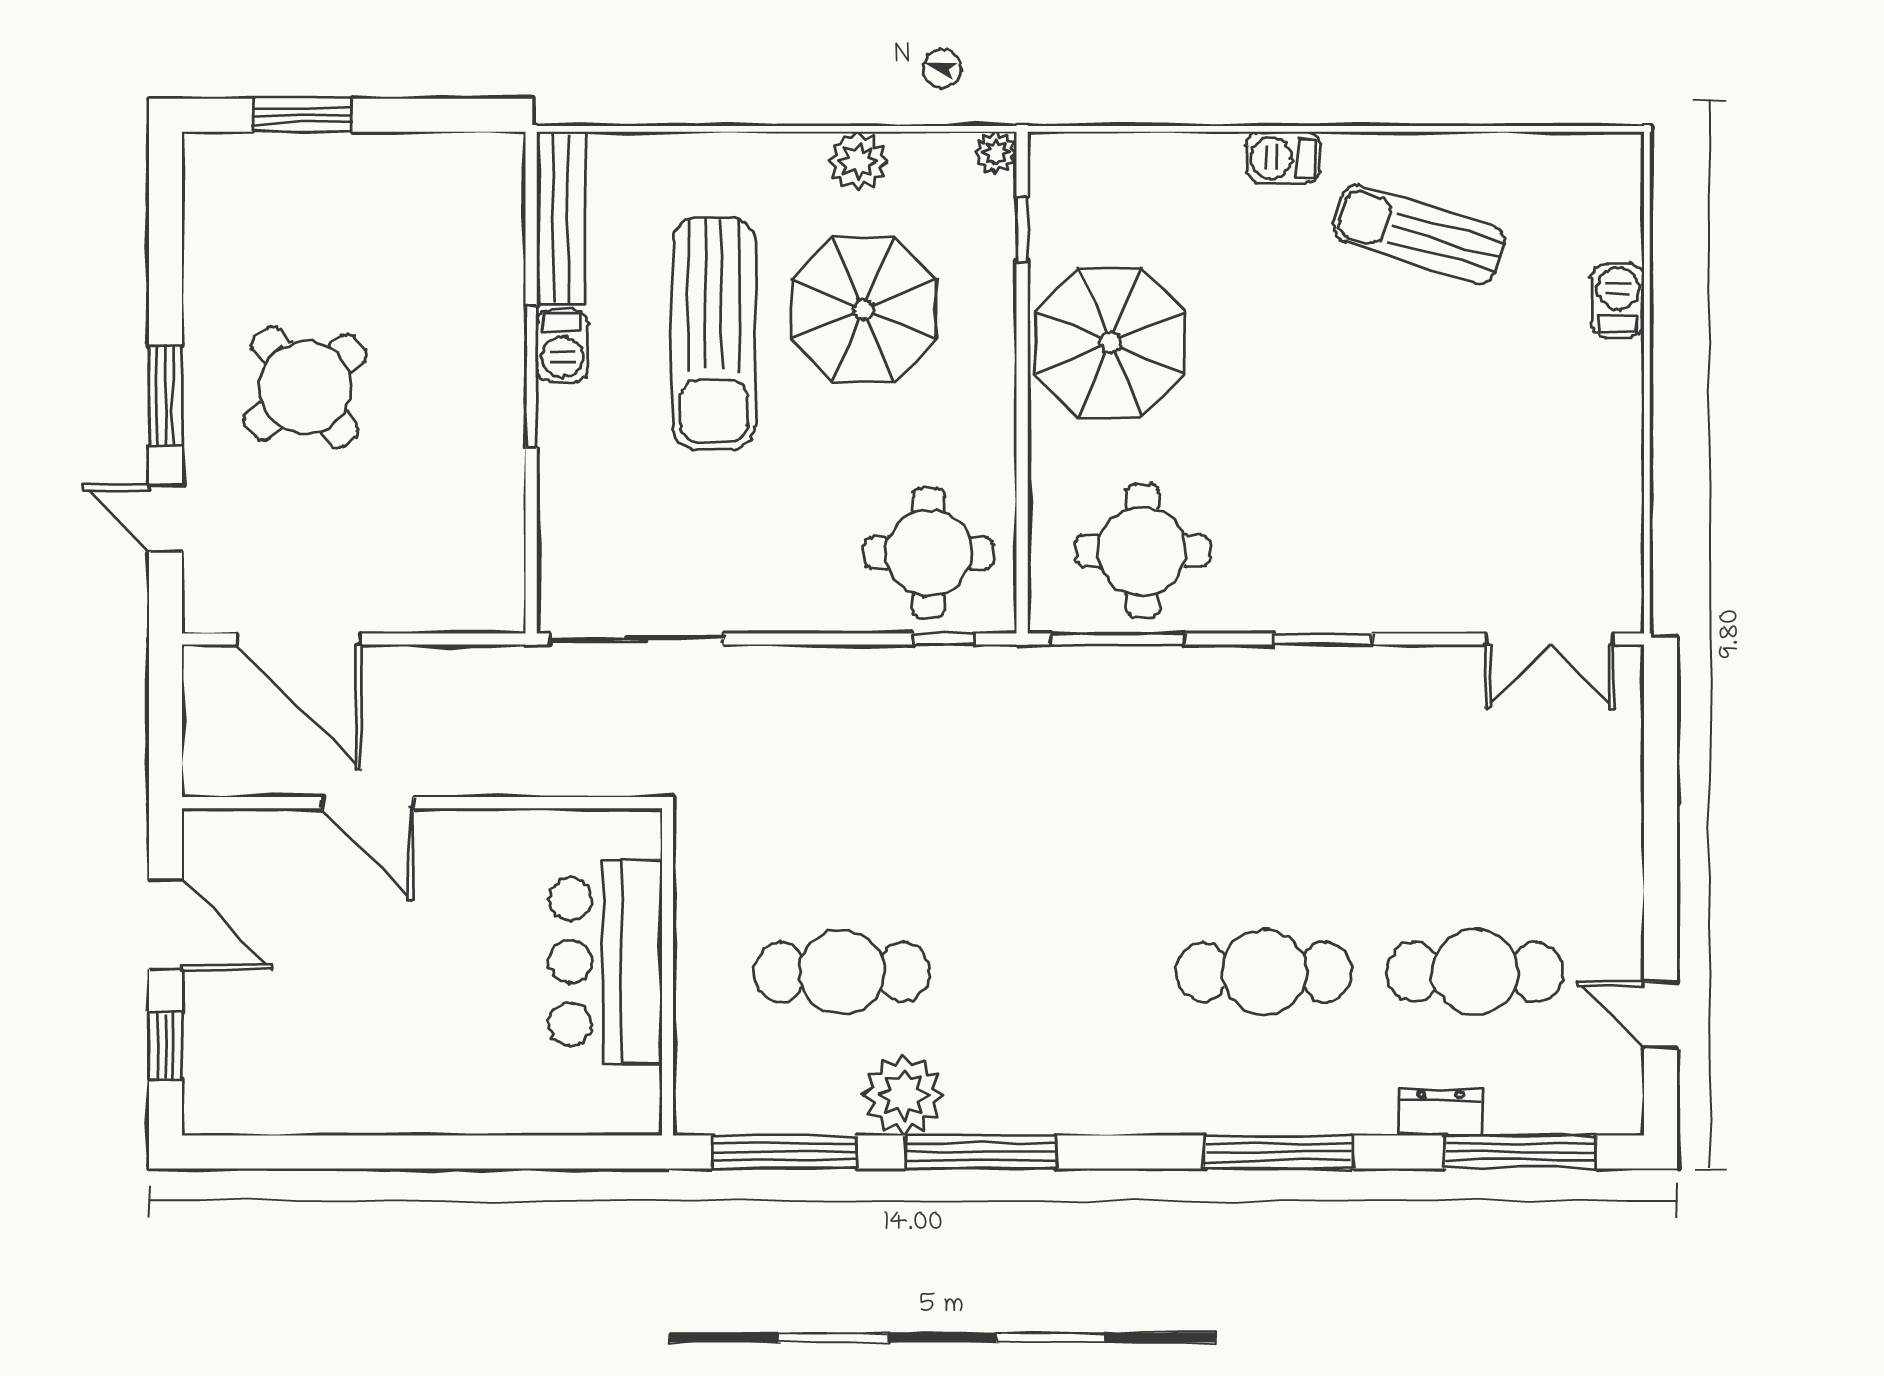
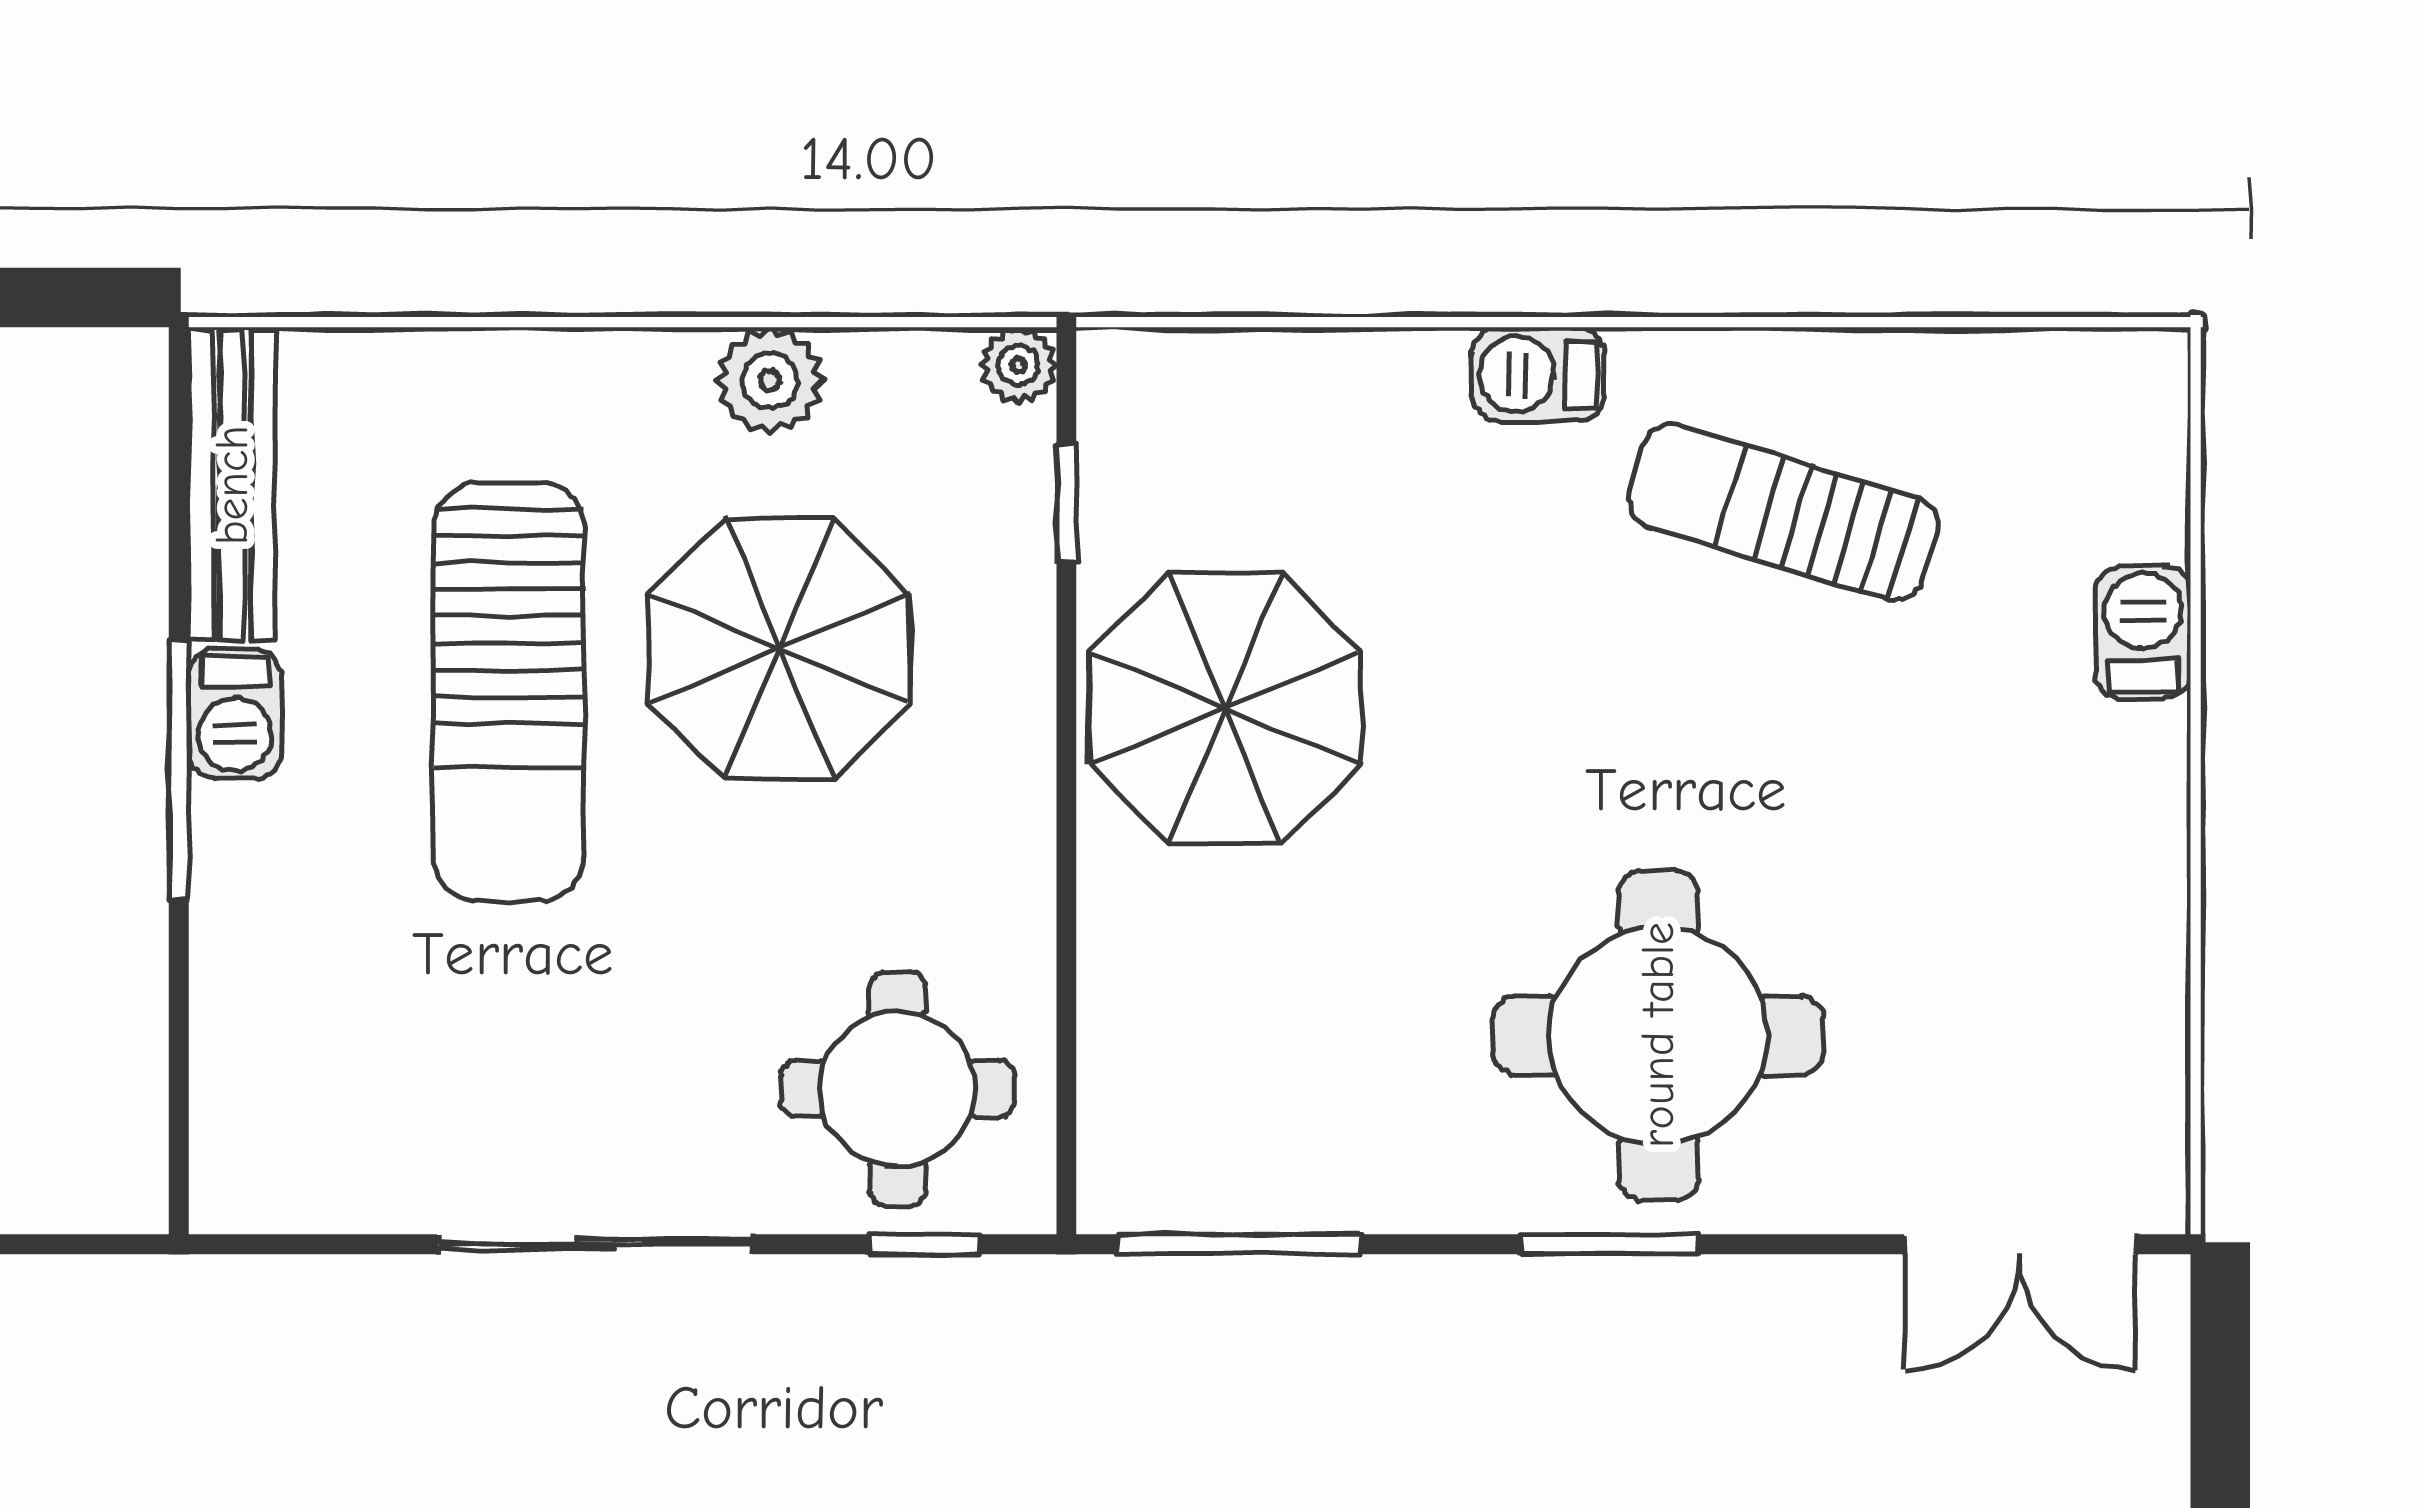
round table: (1142, 551) -> (1658, 1035), moved, width x1.36, depth x1.36
sliding door: (636, 639) -> (595, 1244), moved

